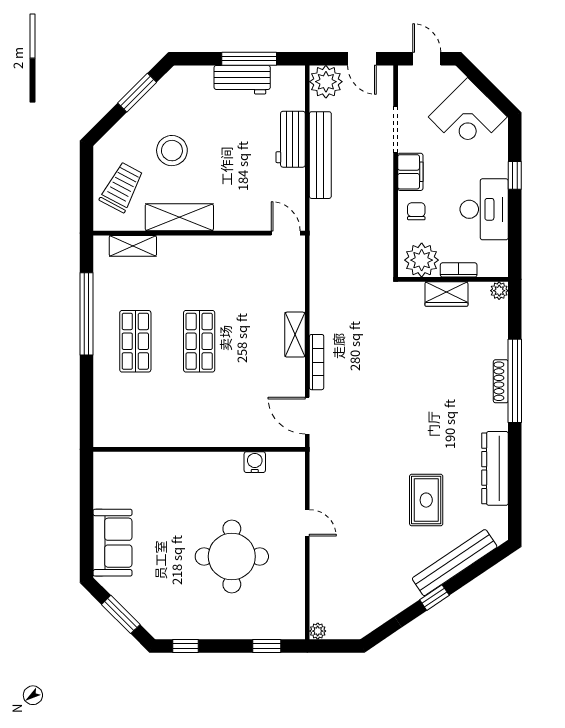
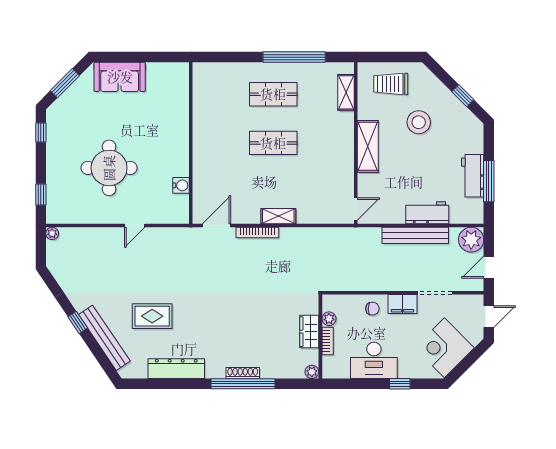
window: (137, 93) -> (463, 96), width x0.67
trolley: (122, 187) -> (391, 84), turned 152
shelving: (179, 217) -> (368, 146), moved
plant: (422, 260) -> (329, 319), width x0.53, depth x0.53

